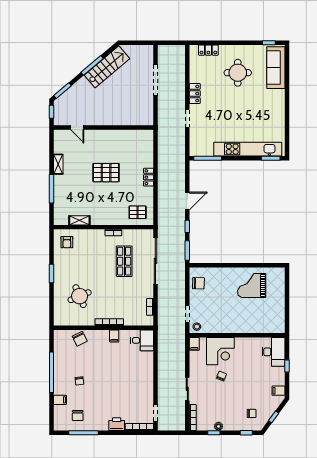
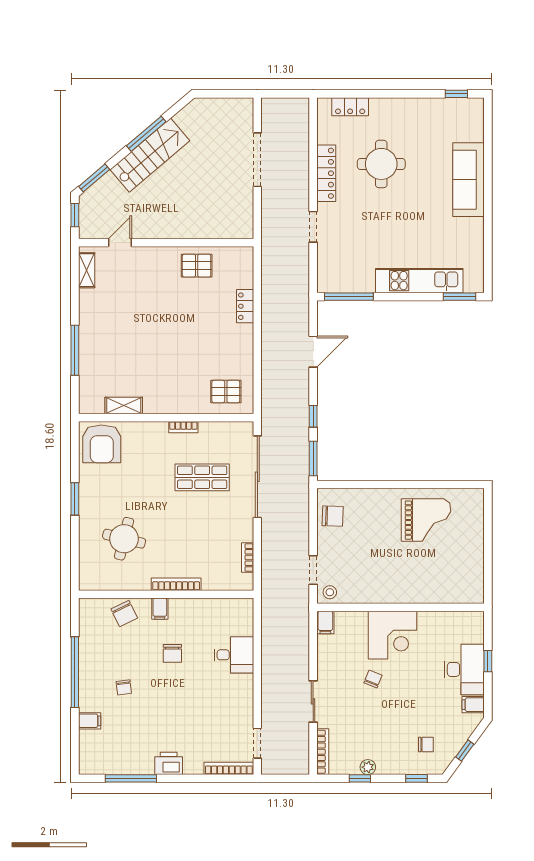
stairs: (107, 67) -> (150, 155), moved
sofa: (276, 68) -> (468, 180), moved
round table: (238, 73) -> (381, 164), moved
locker: (195, 94) -> (326, 173), width x1.53
door: (77, 127) -> (120, 243), swing flipped
kitchen unit: (248, 149) -> (419, 281), width x0.73
shelving: (58, 164) -> (87, 270), moved
pallet: (106, 173) -> (197, 266), moved, width x0.67, depth x0.71
locker: (149, 177) -> (245, 306), moved
door: (187, 201) -> (313, 352), moved
armchair: (67, 242) -> (102, 444), width x1.88, depth x1.88
shop shelf: (124, 261) -> (202, 477), turned 90
grand piano: (252, 286) -> (426, 520), turned 180
round table: (80, 296) -> (124, 539), turned 37
filing cabinet: (114, 336) -> (160, 609), moved
desk: (142, 340) -> (234, 655), moved
corner desk: (220, 351) -> (392, 635), moved
desk: (273, 352) -> (464, 669), moved
chair: (78, 416) -> (172, 653), moved
printer: (117, 424) -> (169, 763), moved

